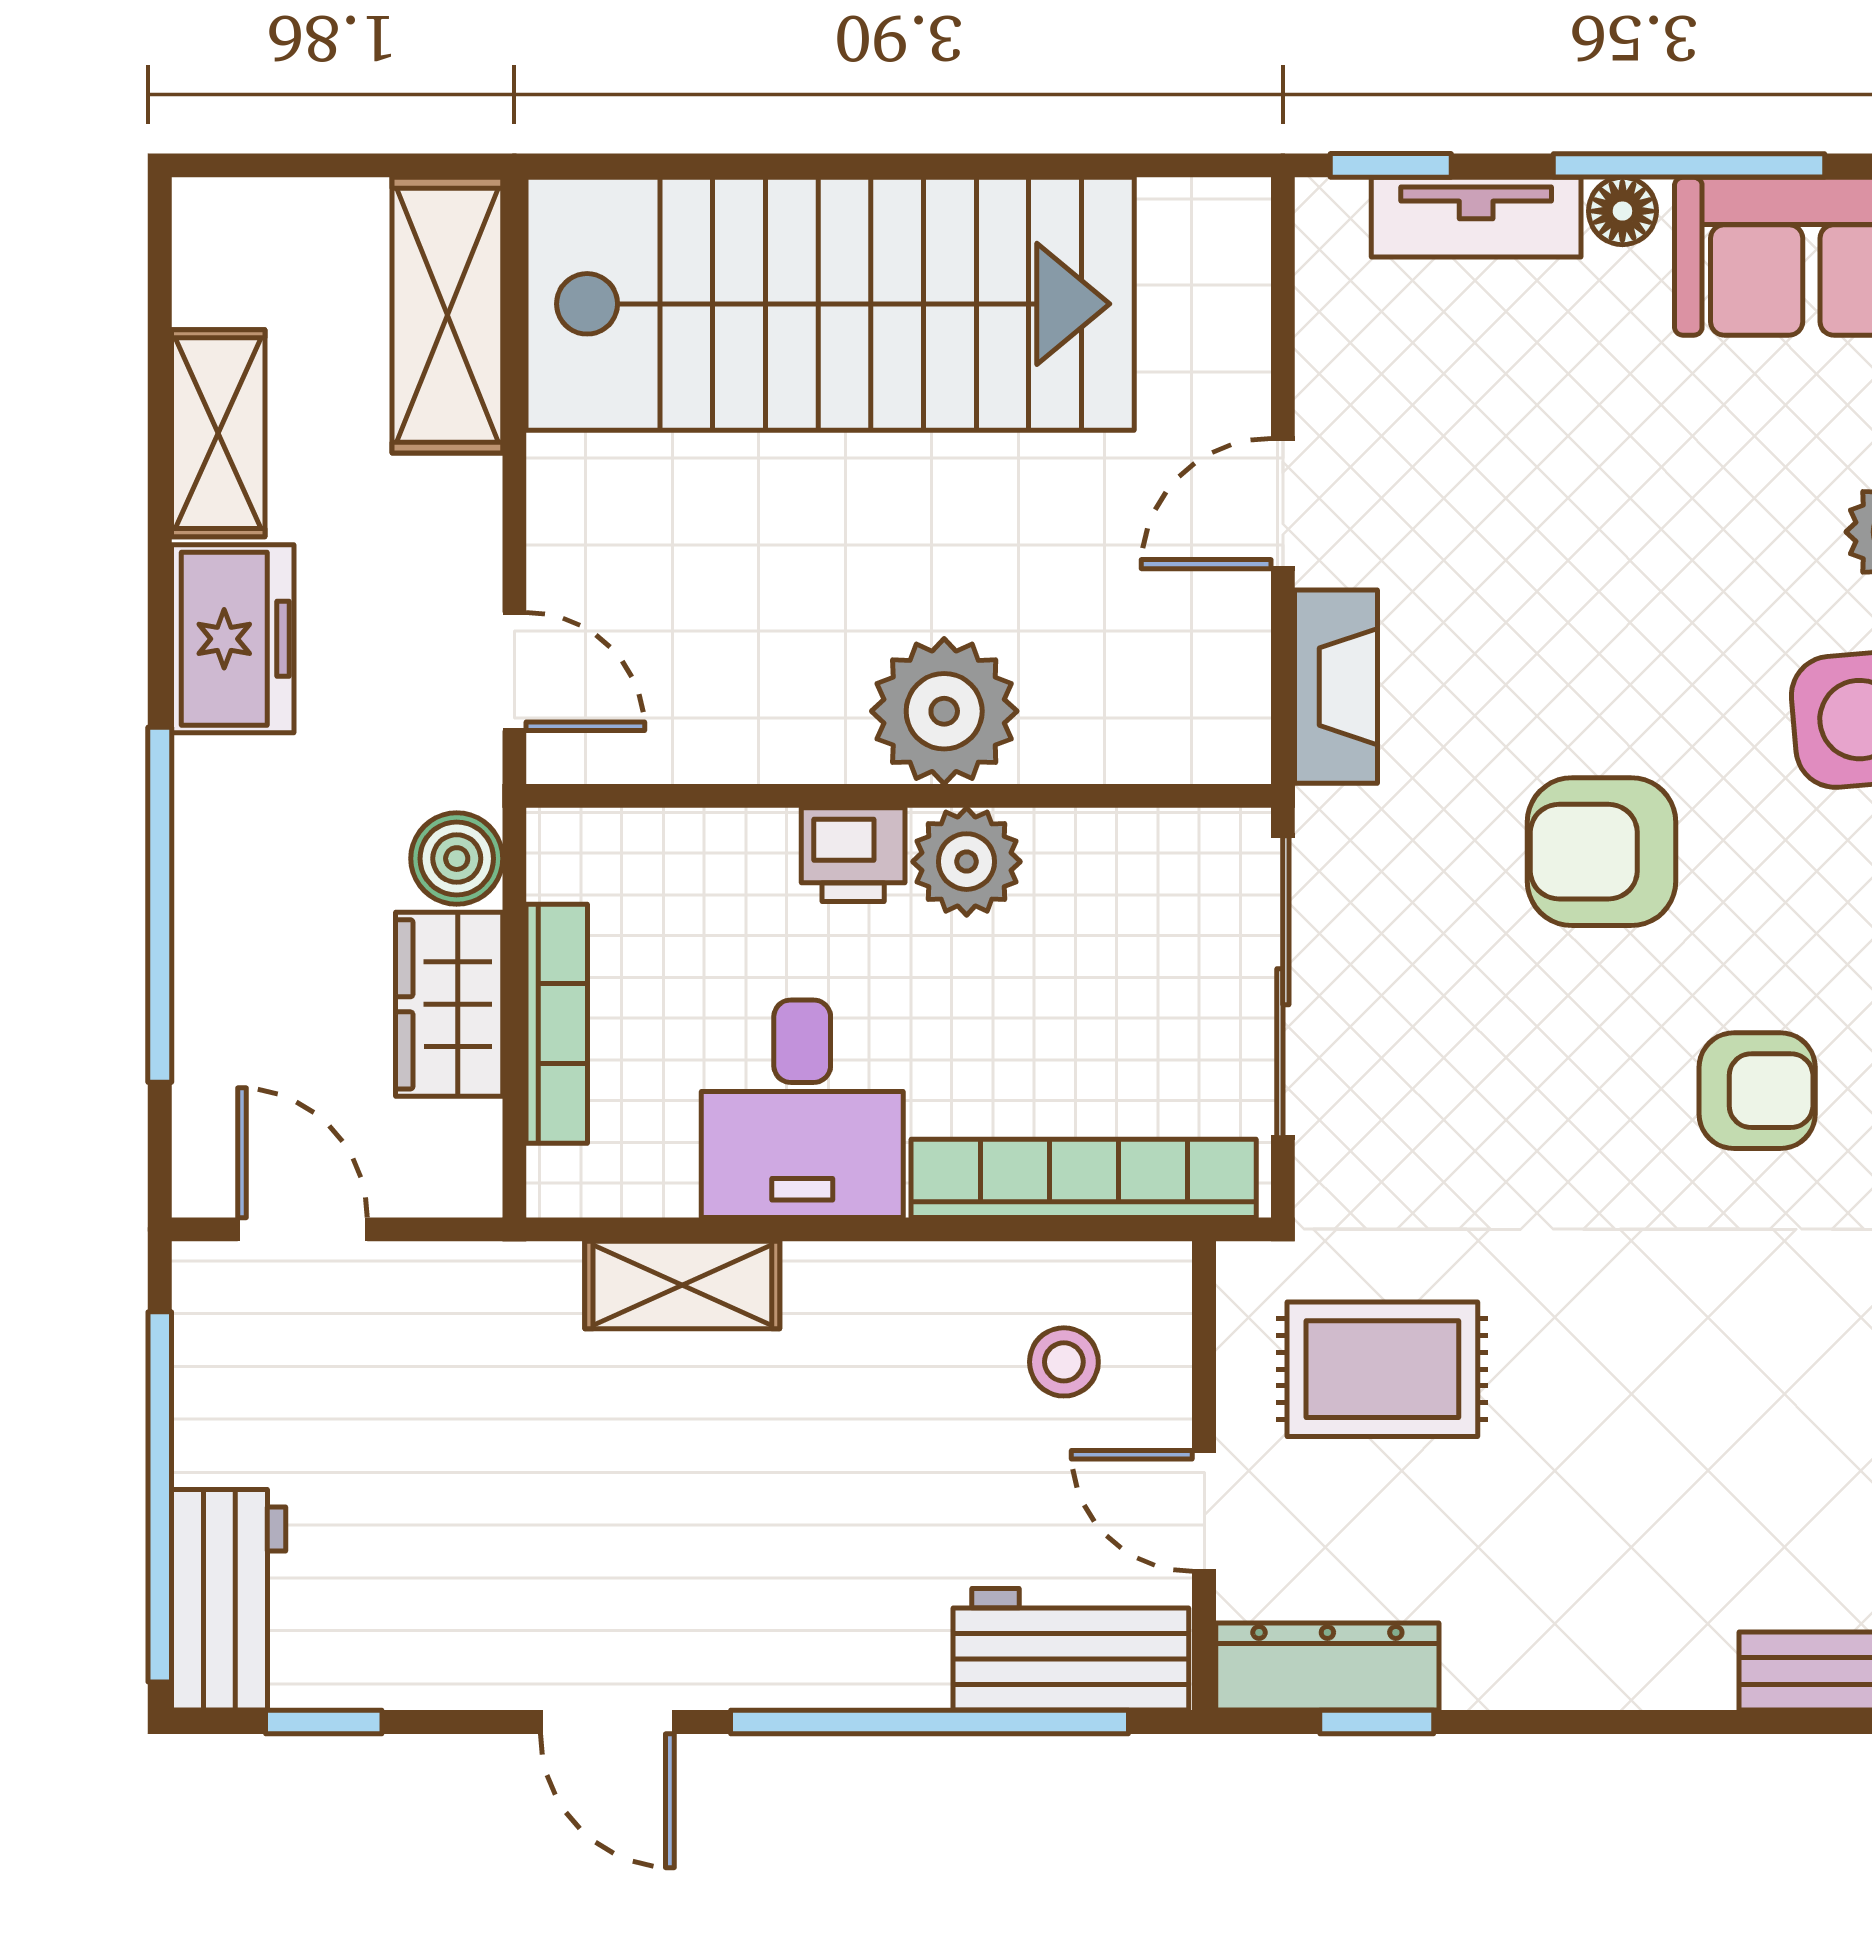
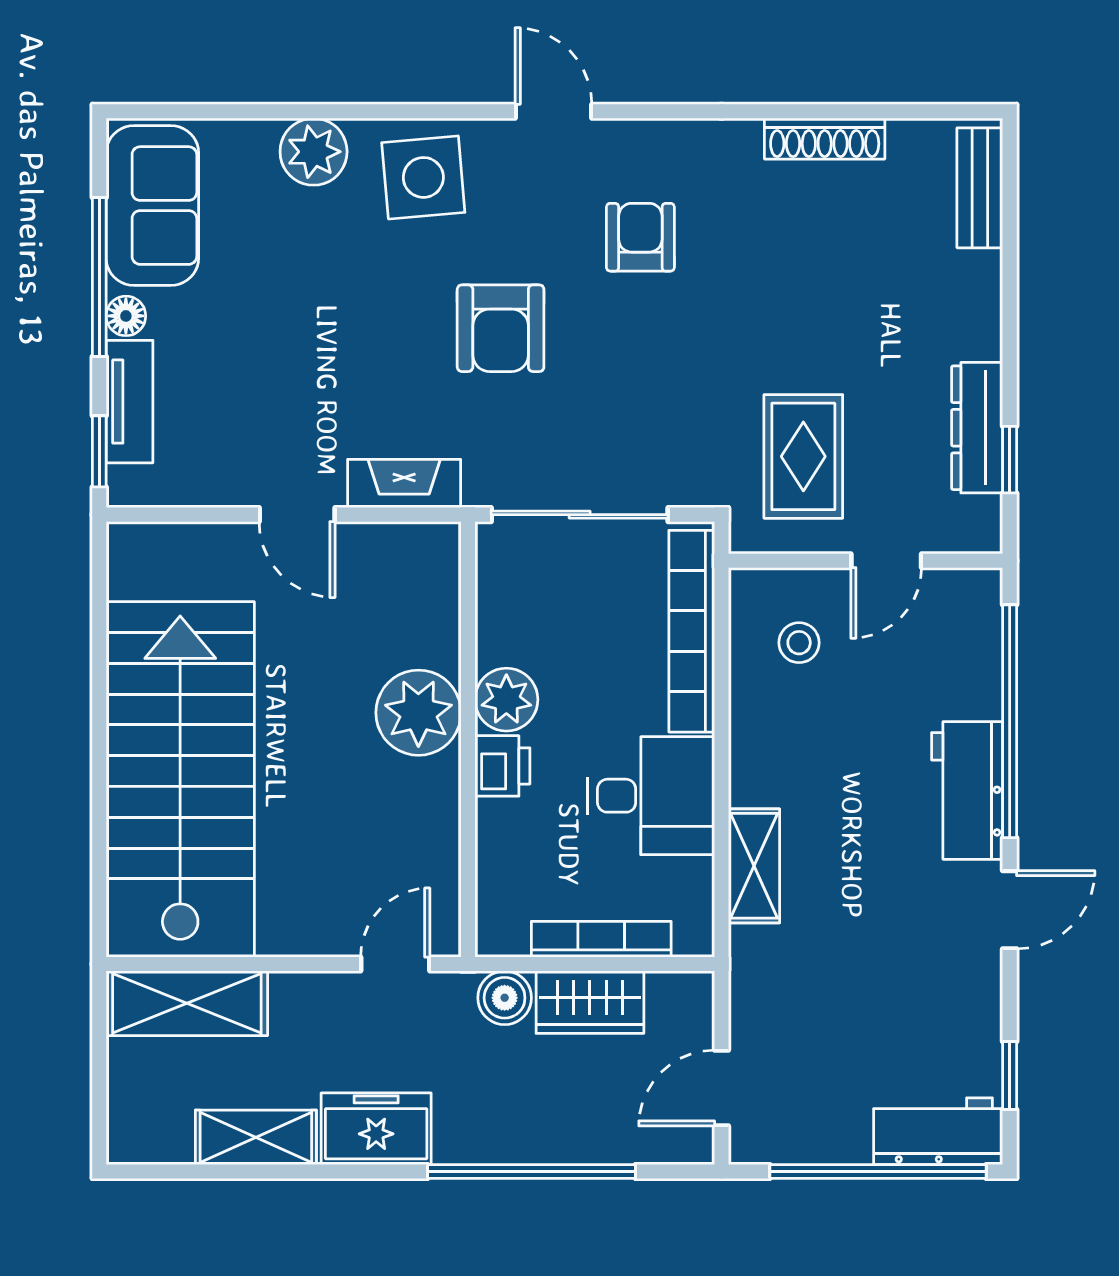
workbench: (1071, 1649) -> (967, 790), moved
dresser: (1327, 1666) -> (977, 428), moved

